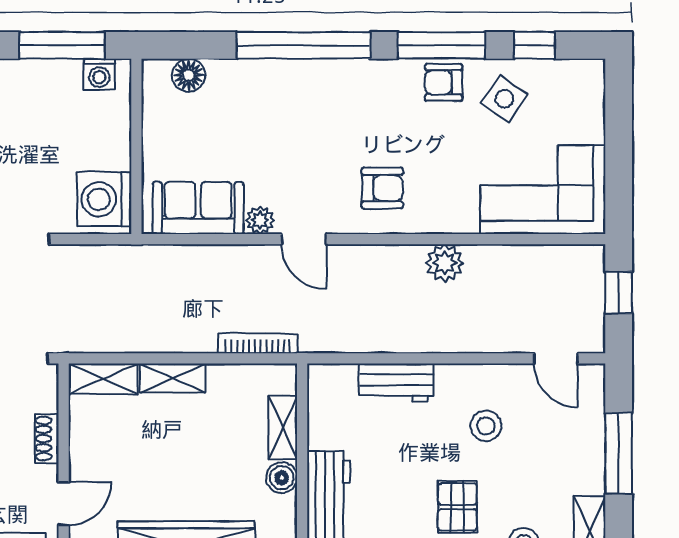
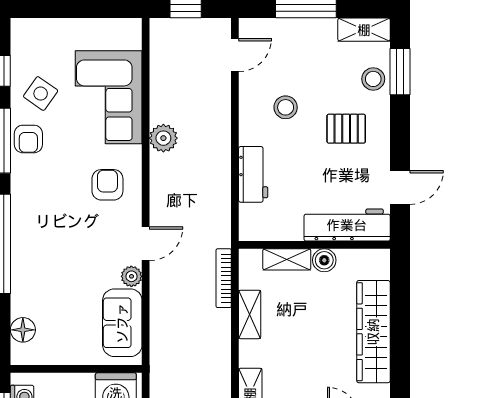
corner sofa: (543, 190) -> (109, 97), moved
shelving: (173, 378) -> (250, 314), moved

